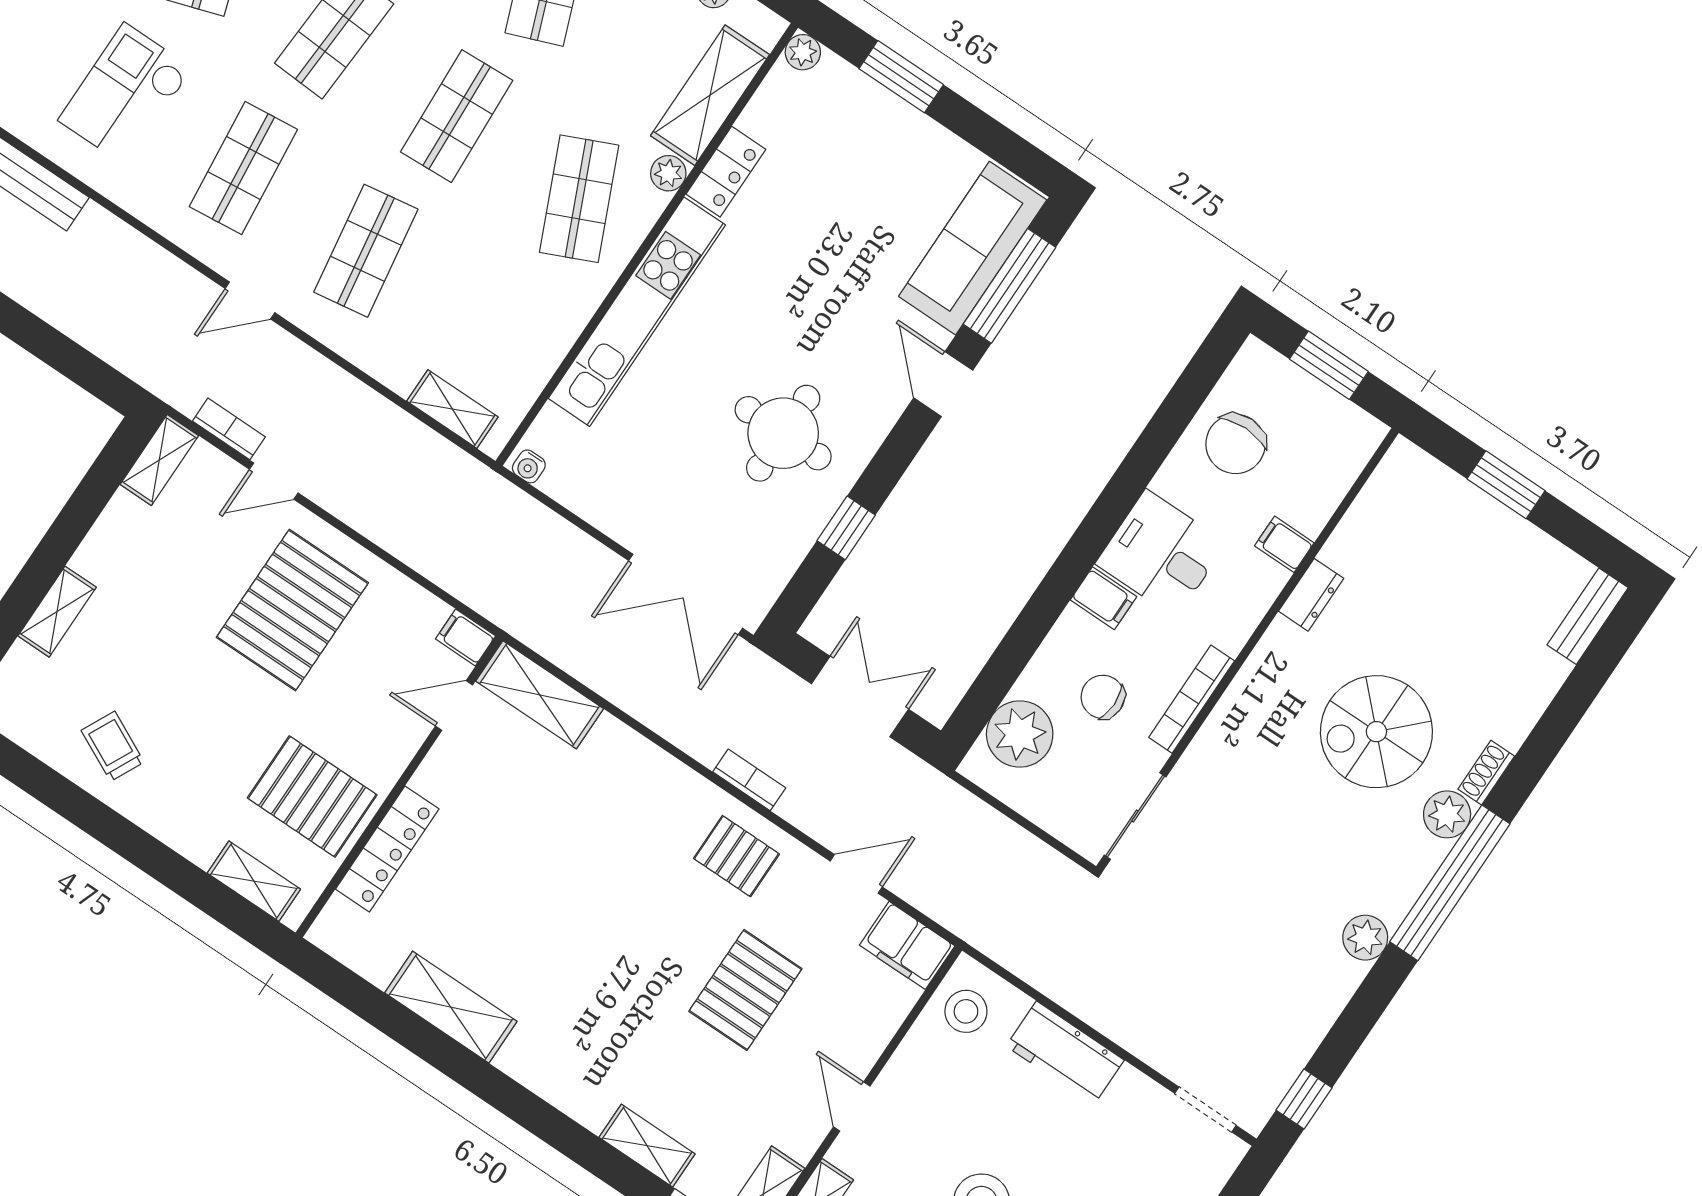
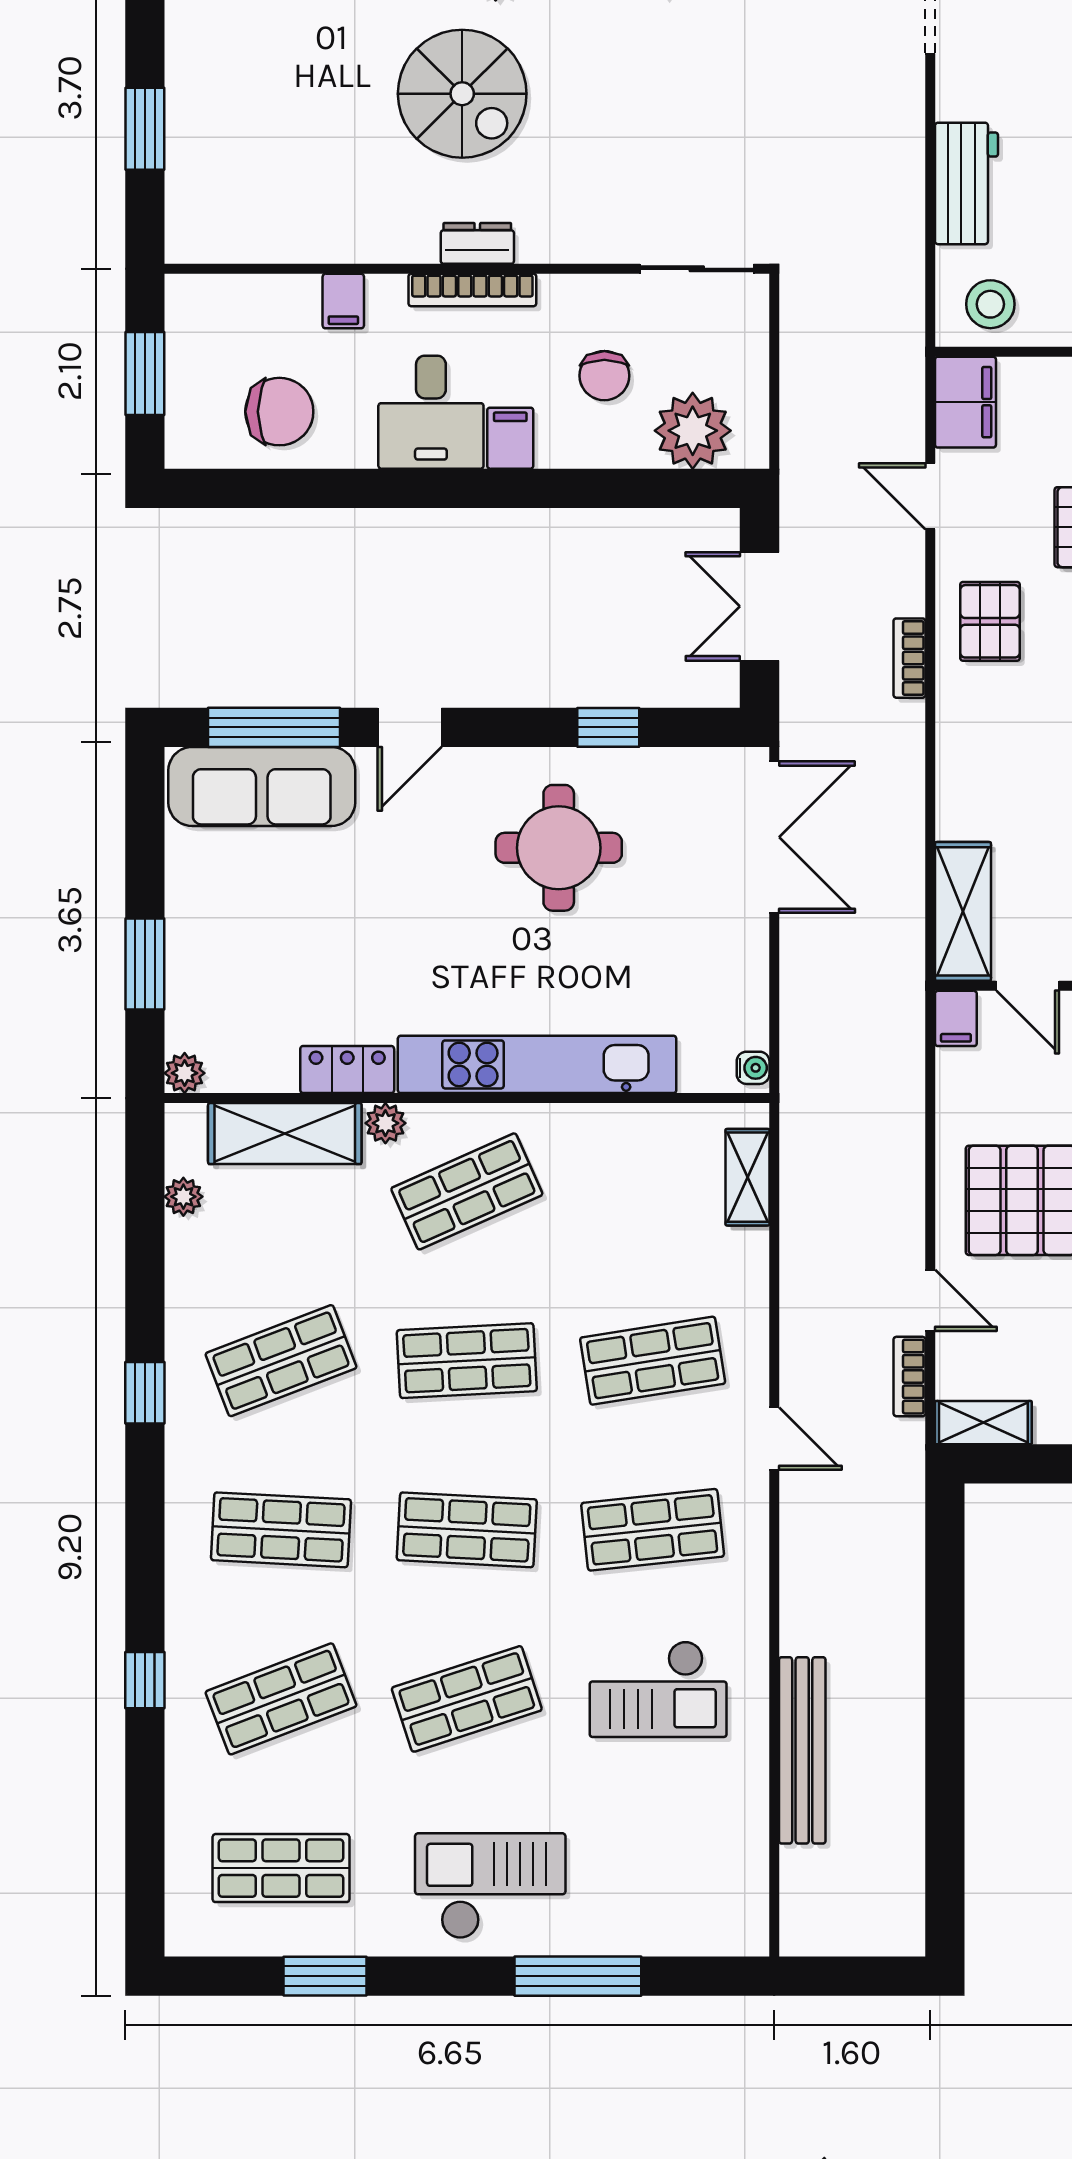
dresser: (1311, 595) -> (477, 243), moved
bookcase: (1192, 699) -> (472, 290), moved

